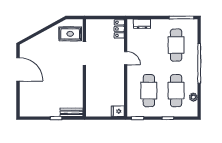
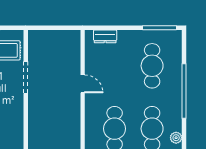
locker: (119, 29) -> (74, 43), removed

